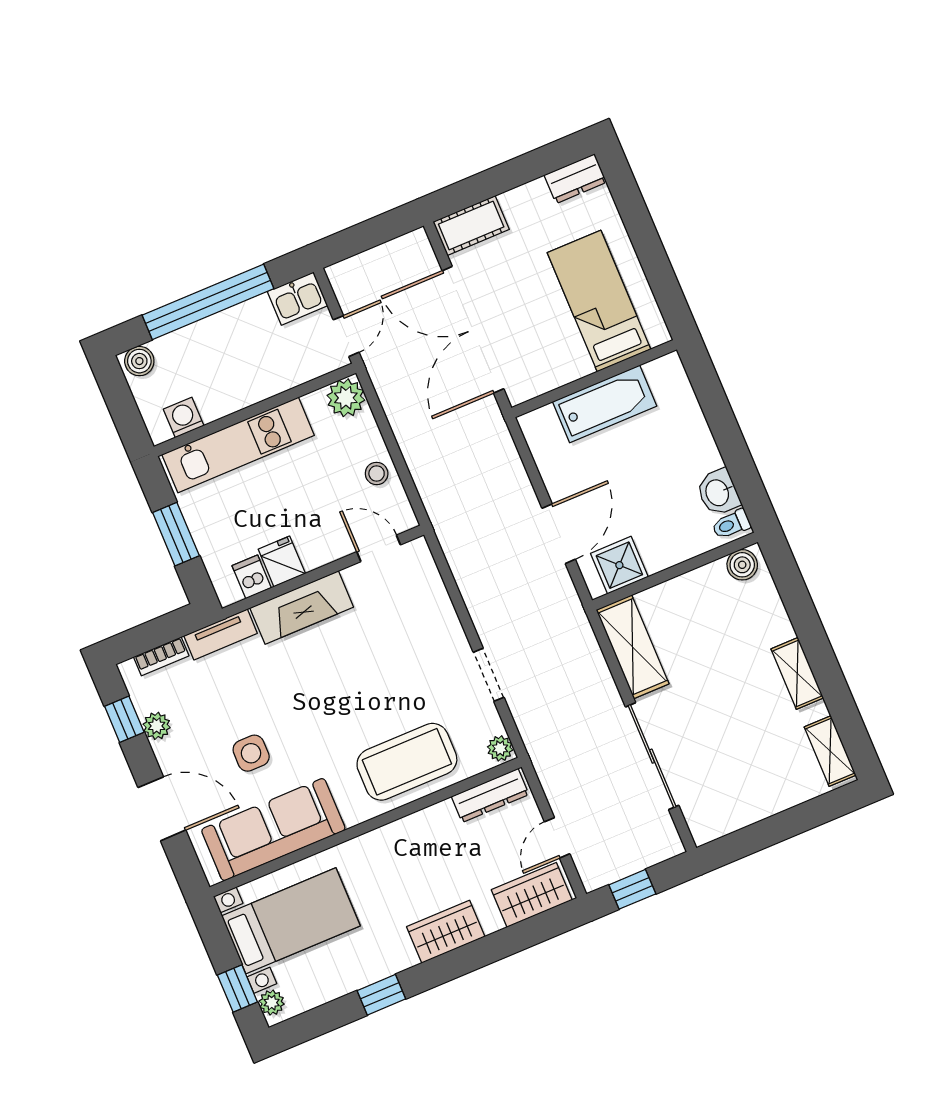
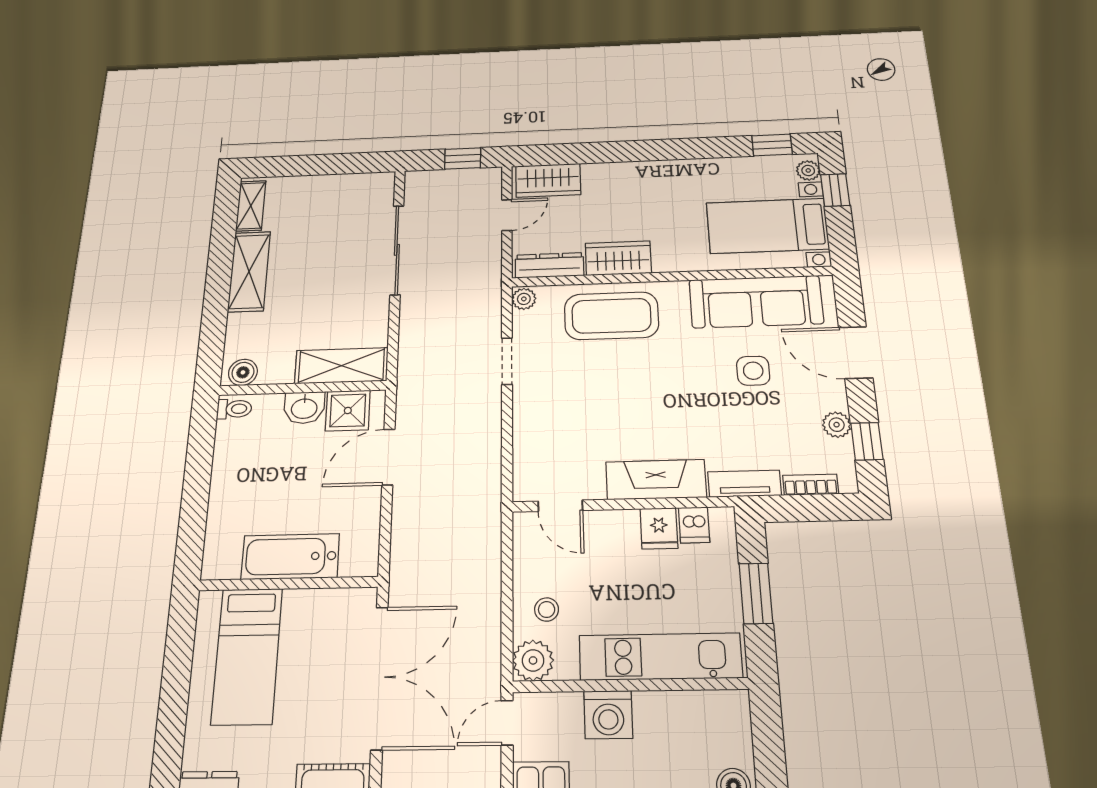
washing machine: (184, 417) -> (608, 715), moved, width x1.38, depth x1.38
stool: (377, 474) -> (547, 609), moved
washbasin: (718, 492) -> (304, 408), moved, turned 90
shelving: (633, 647) -> (341, 366), moved, turned 90
shelving: (797, 673) -> (249, 271), width x1.50, depth x1.33
wardrobe: (446, 932) -> (618, 258), moved, turned 180
window: (381, 995) -> (772, 145), moved

